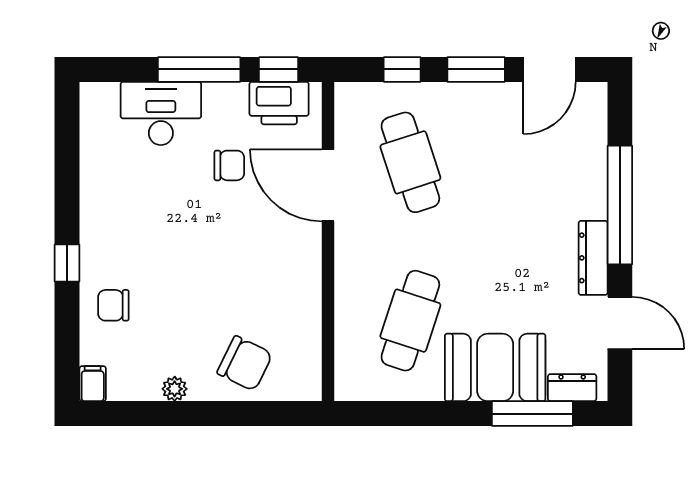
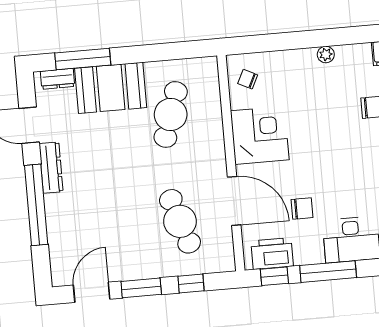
chair: (229, 165) -> (302, 209), turned 180
corner desk: (282, 279) -> (260, 135), added
chair: (245, 363) -> (248, 79), moved, width x0.54, depth x0.54

